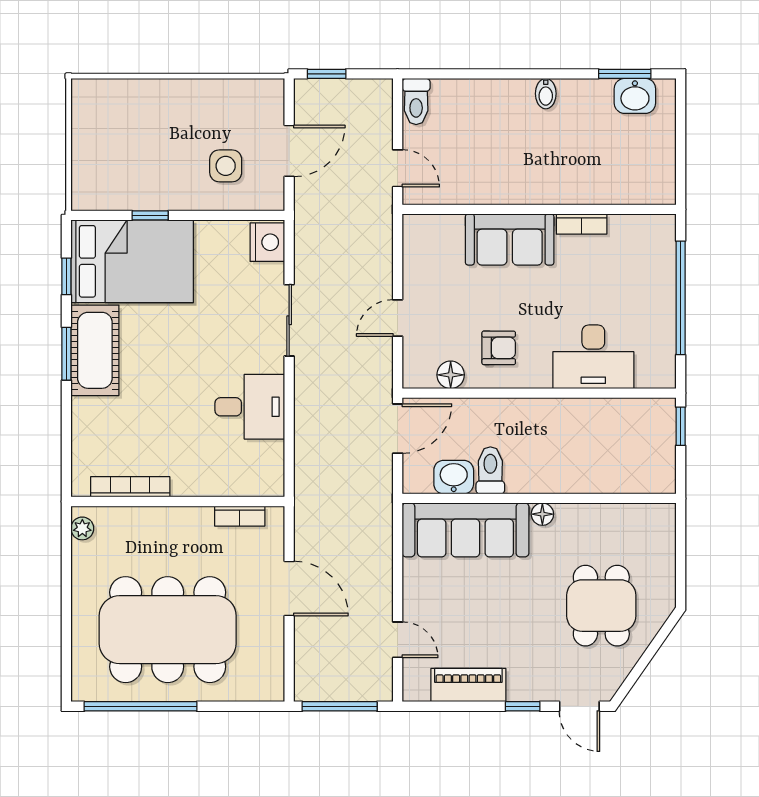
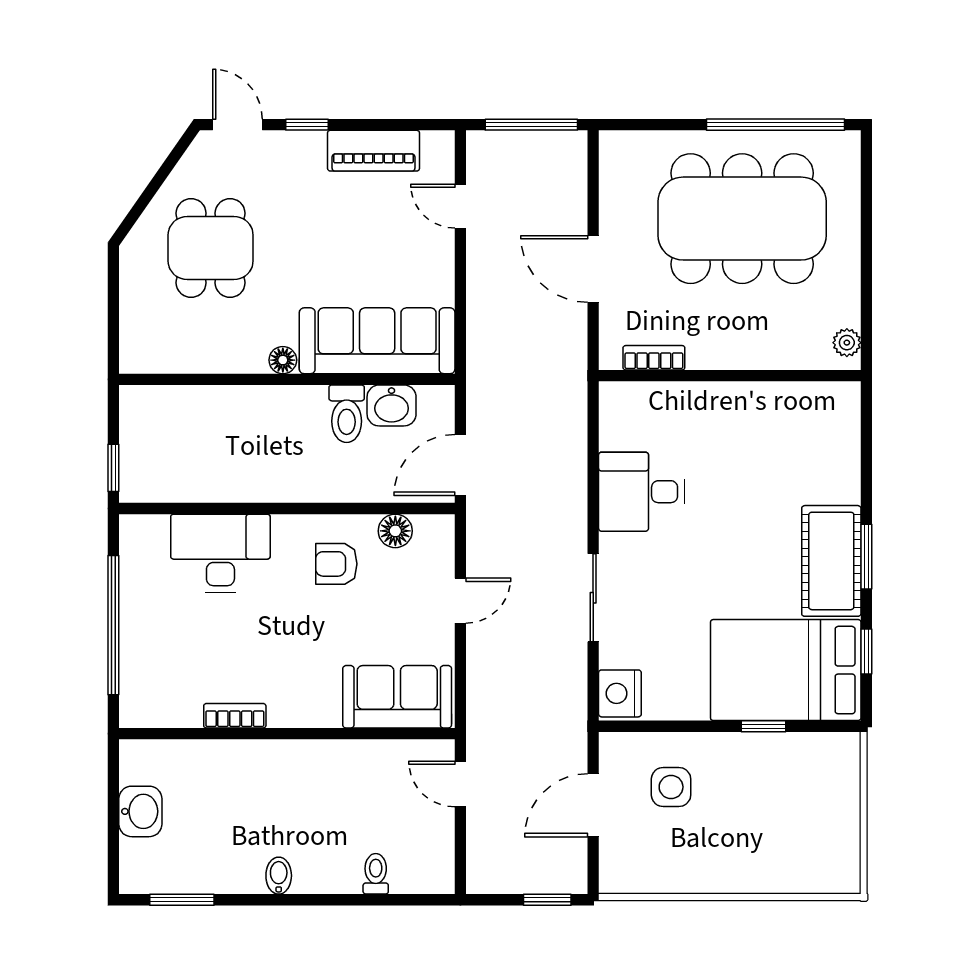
washbasin: (635, 96) -> (140, 811), moved, turned 90
toilet: (416, 101) -> (376, 874), moved, width x0.73, depth x0.72
sofa: (510, 239) -> (397, 697), moved
bookcase: (130, 487) -> (788, 394), removed

